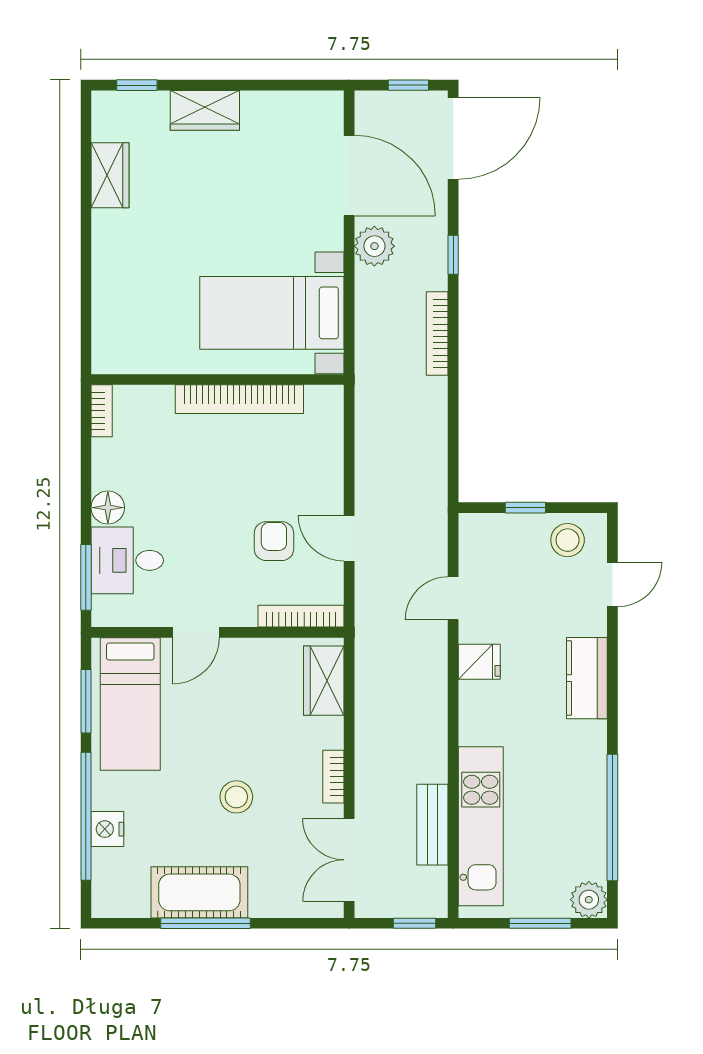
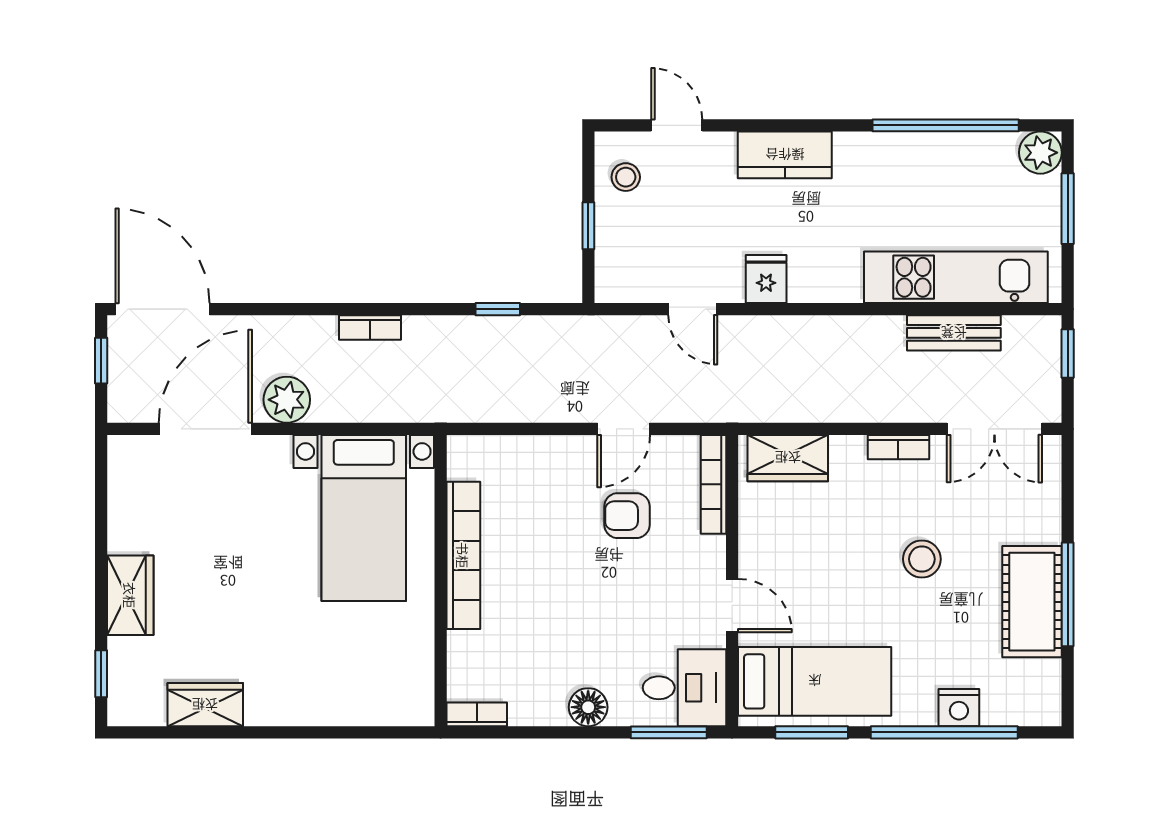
window: (453, 255) -> (498, 309), moved
bookcase: (437, 333) -> (370, 327), width x0.64
stool: (568, 540) -> (626, 177), width x0.73, depth x0.73
desk: (127, 560) -> (685, 688), moved, turned -90

